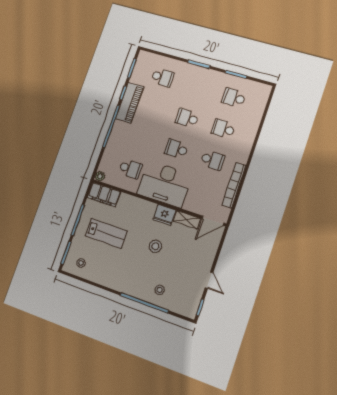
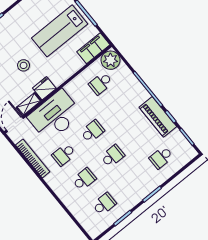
plant: (100, 176) -> (110, 60), width x1.88, depth x1.88
desk: (165, 184) -> (55, 116), moved
lab bench: (106, 233) -> (60, 31), width x1.36, depth x1.39

